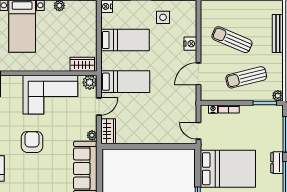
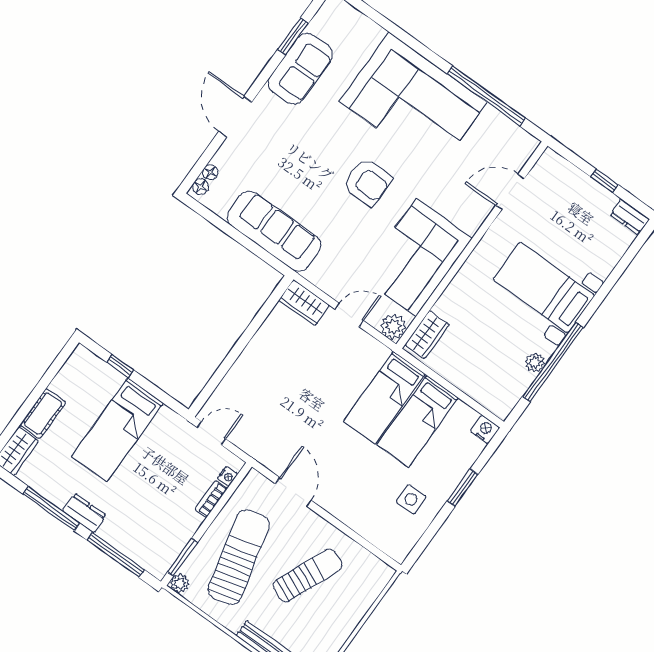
nightstand: (190, 44) -> (345, 511), removed
sun lounger: (246, 77) -> (239, 557), width x1.36, depth x1.34
bed: (125, 82) -> (384, 398), moved
door: (99, 106) -> (349, 315), swing flipped
plant: (92, 135) -> (315, 275), removed
bed: (228, 169) -> (117, 430), width x0.67

